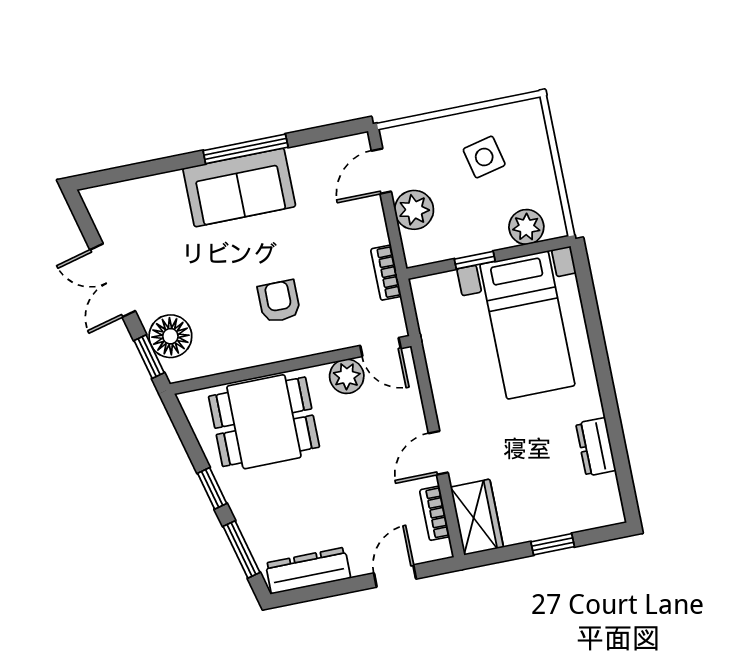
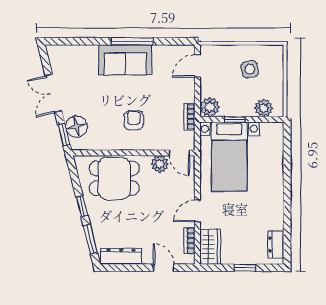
plant: (414, 210) -> (210, 107), moved
bed with nightstands: (527, 325) -> (229, 157), moved
dresser: (596, 447) -> (276, 244), moved
door: (395, 576) -> (164, 268), hinge flipped

